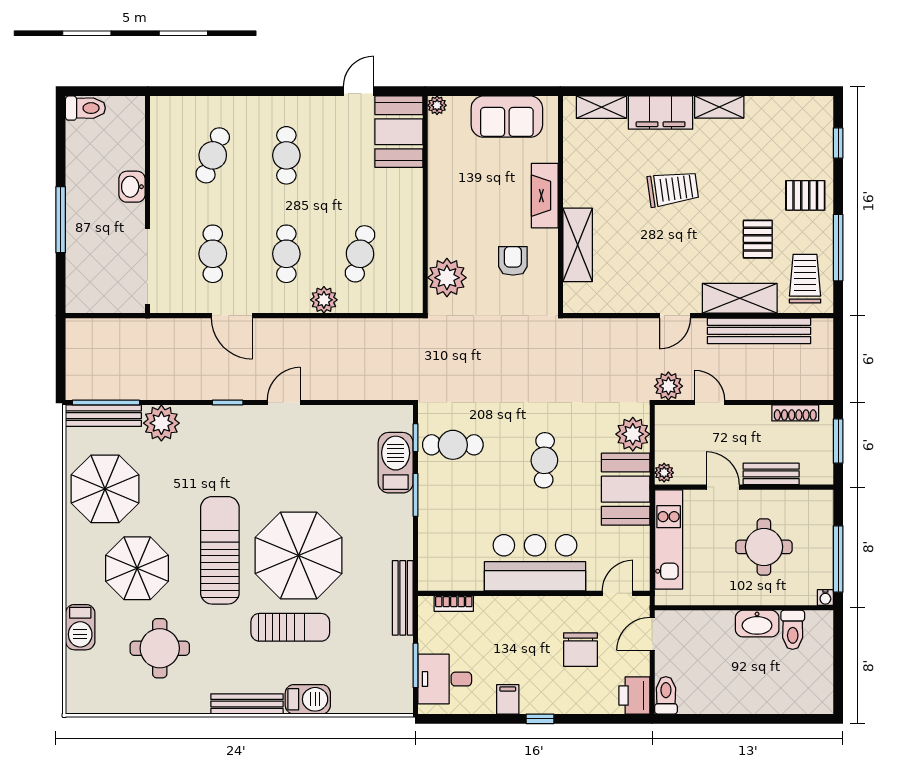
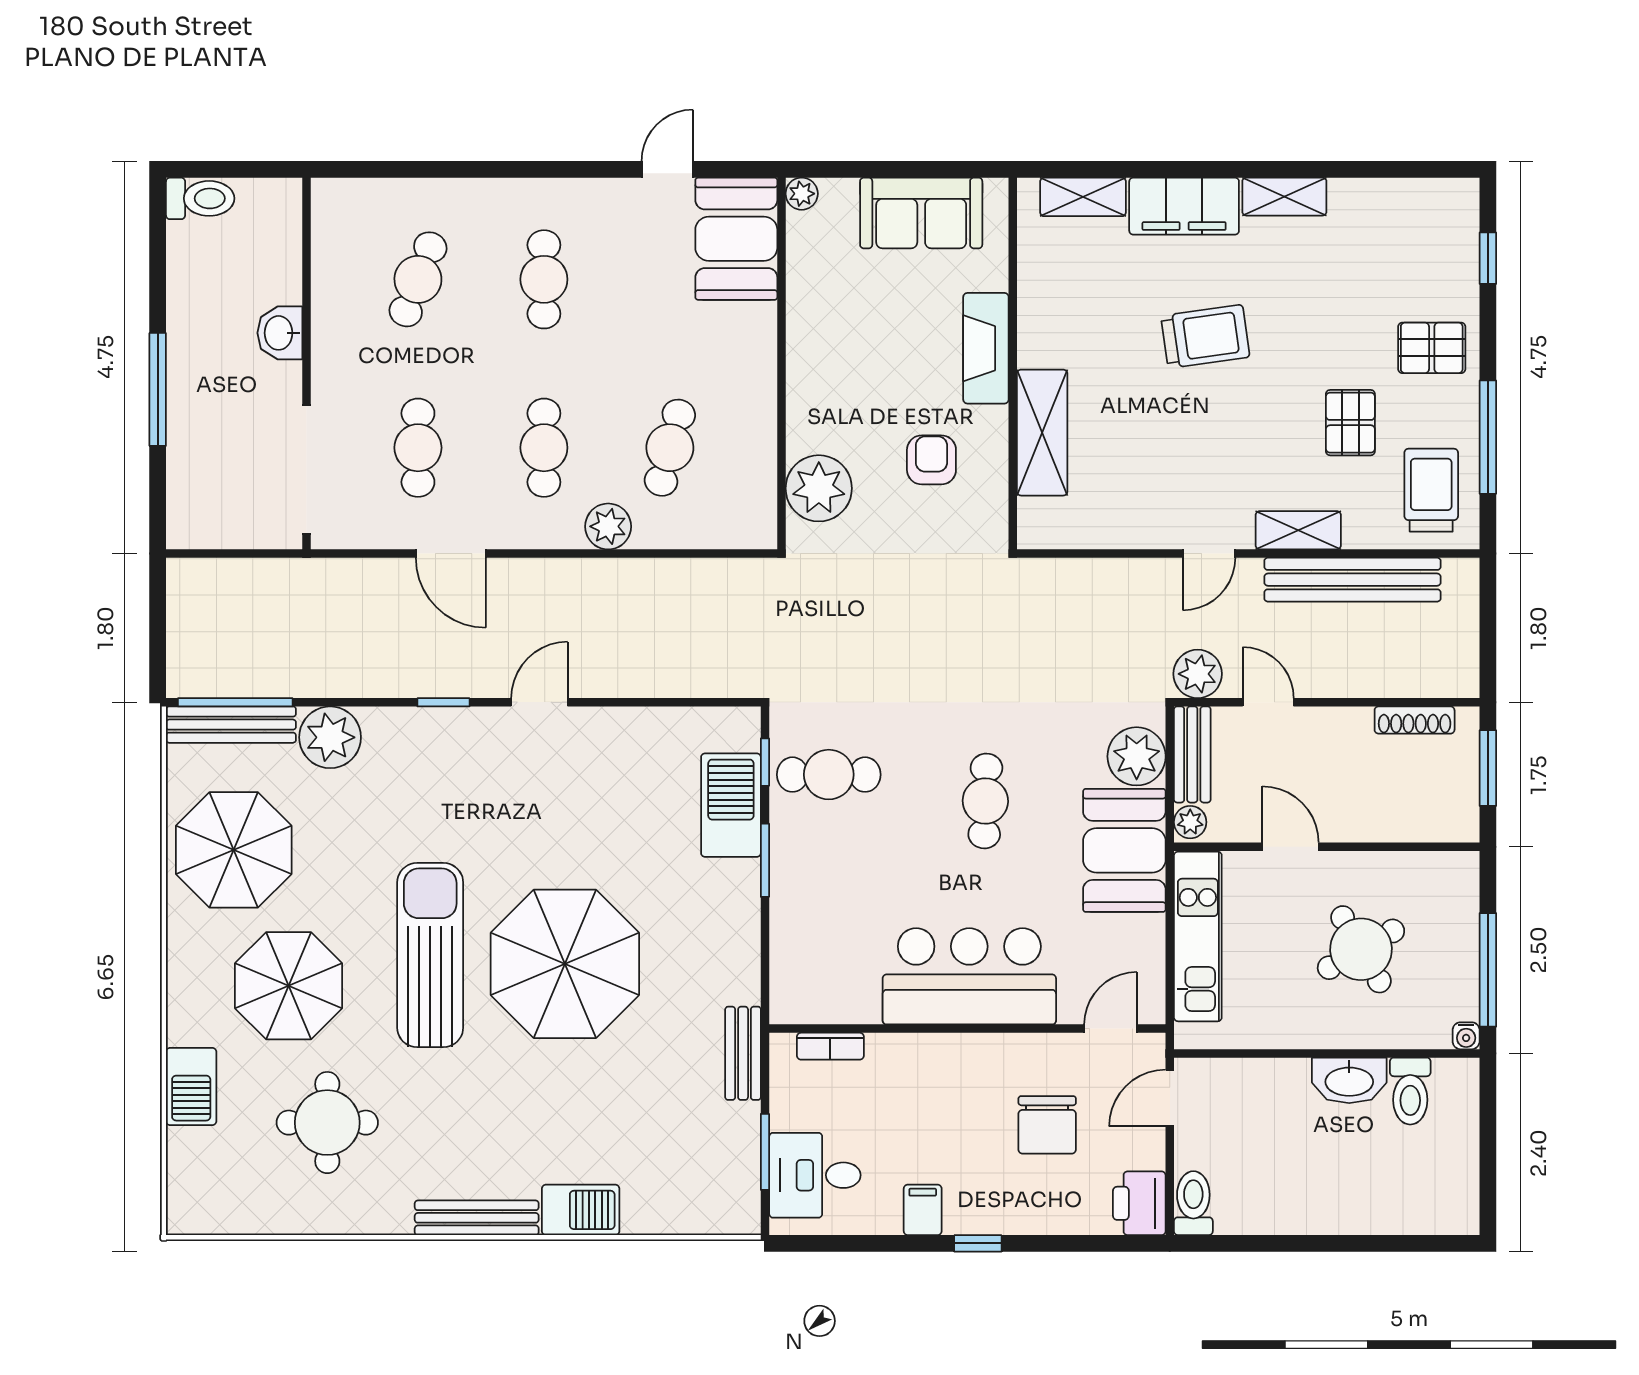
shelving: (740, 298) -> (1298, 530), width x0.67, depth x0.75
bench: (771, 474) -> (1192, 754), moved, turned 90
round table: (764, 547) -> (1361, 949), turned -30
bench: (403, 598) -> (743, 1053), width x0.73
sun lounger: (290, 627) -> (551, 1087), removed

